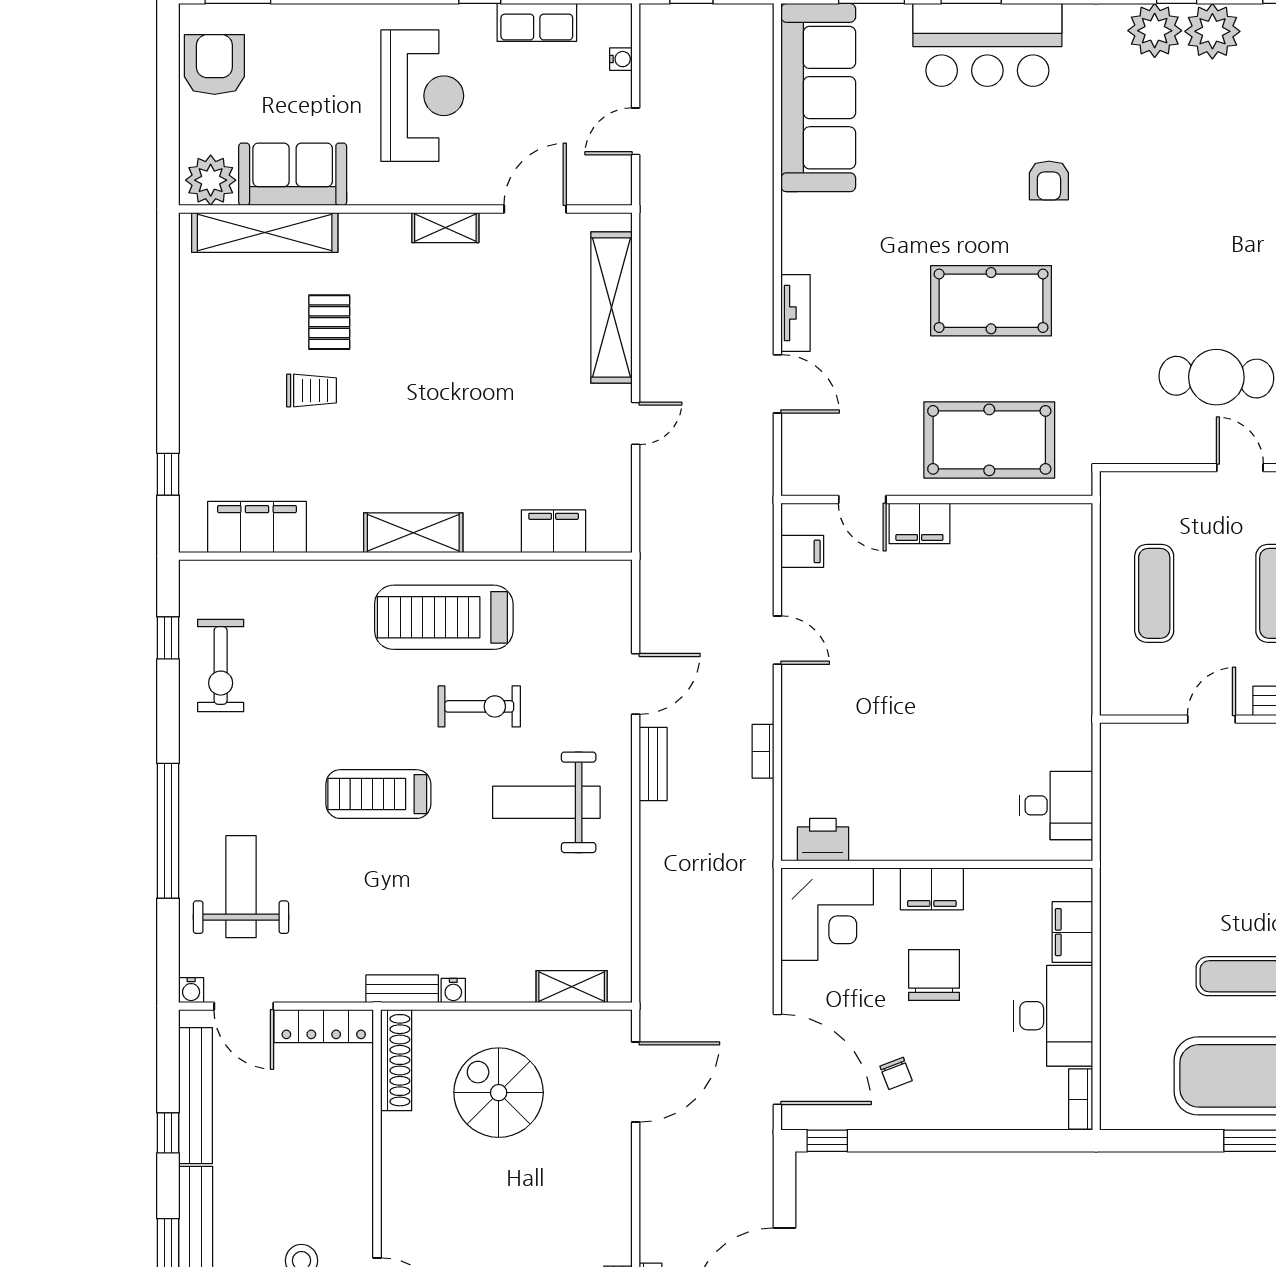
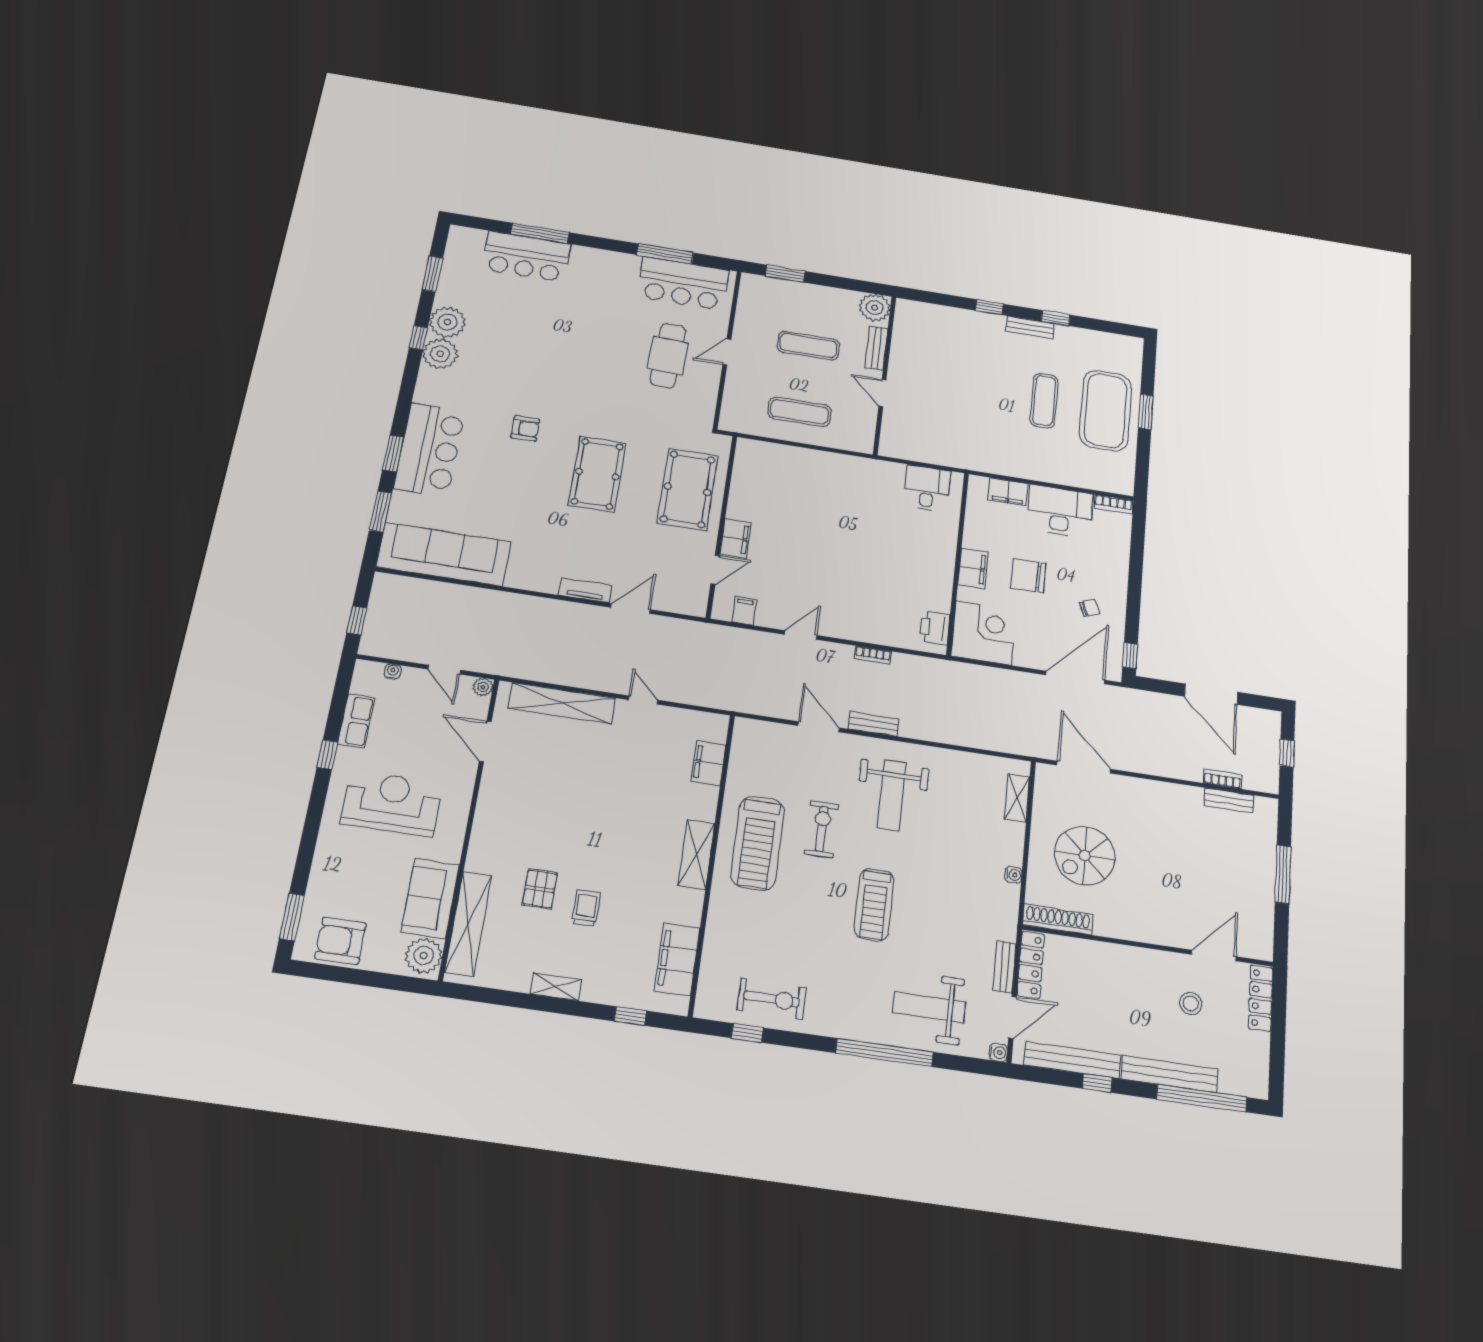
plant: (618, 191) -> (483, 687), added
shelving: (445, 228) -> (556, 987), moved, turned 90
pallet: (329, 322) -> (540, 889), turned 90
bench: (402, 989) -> (1005, 967), moved

